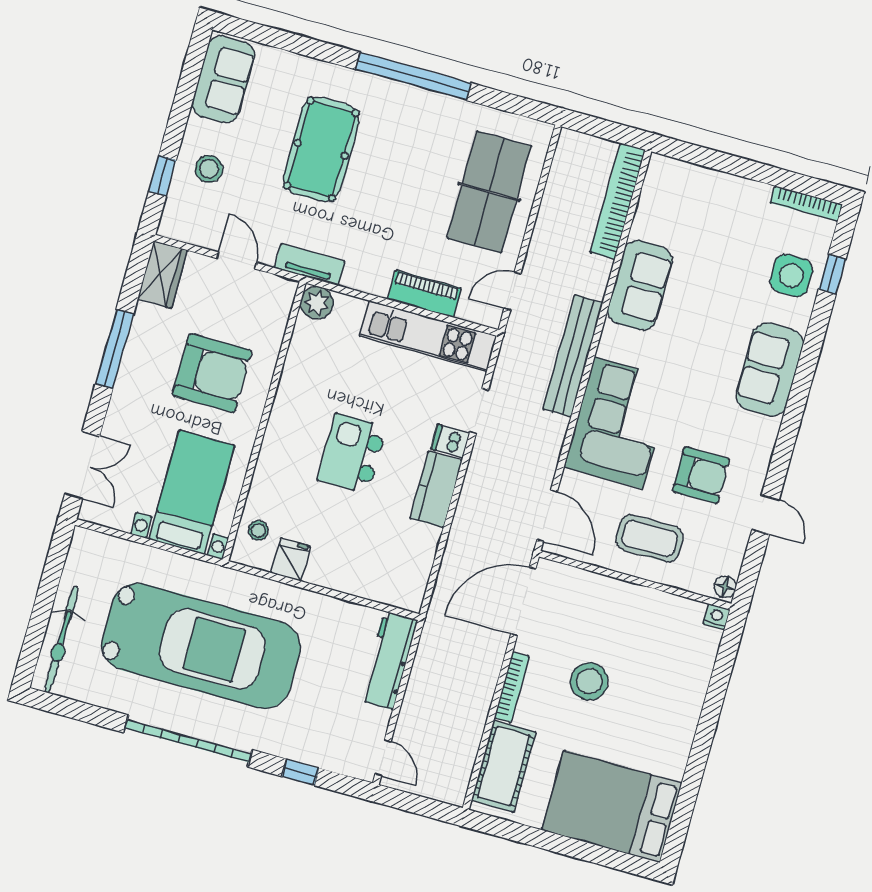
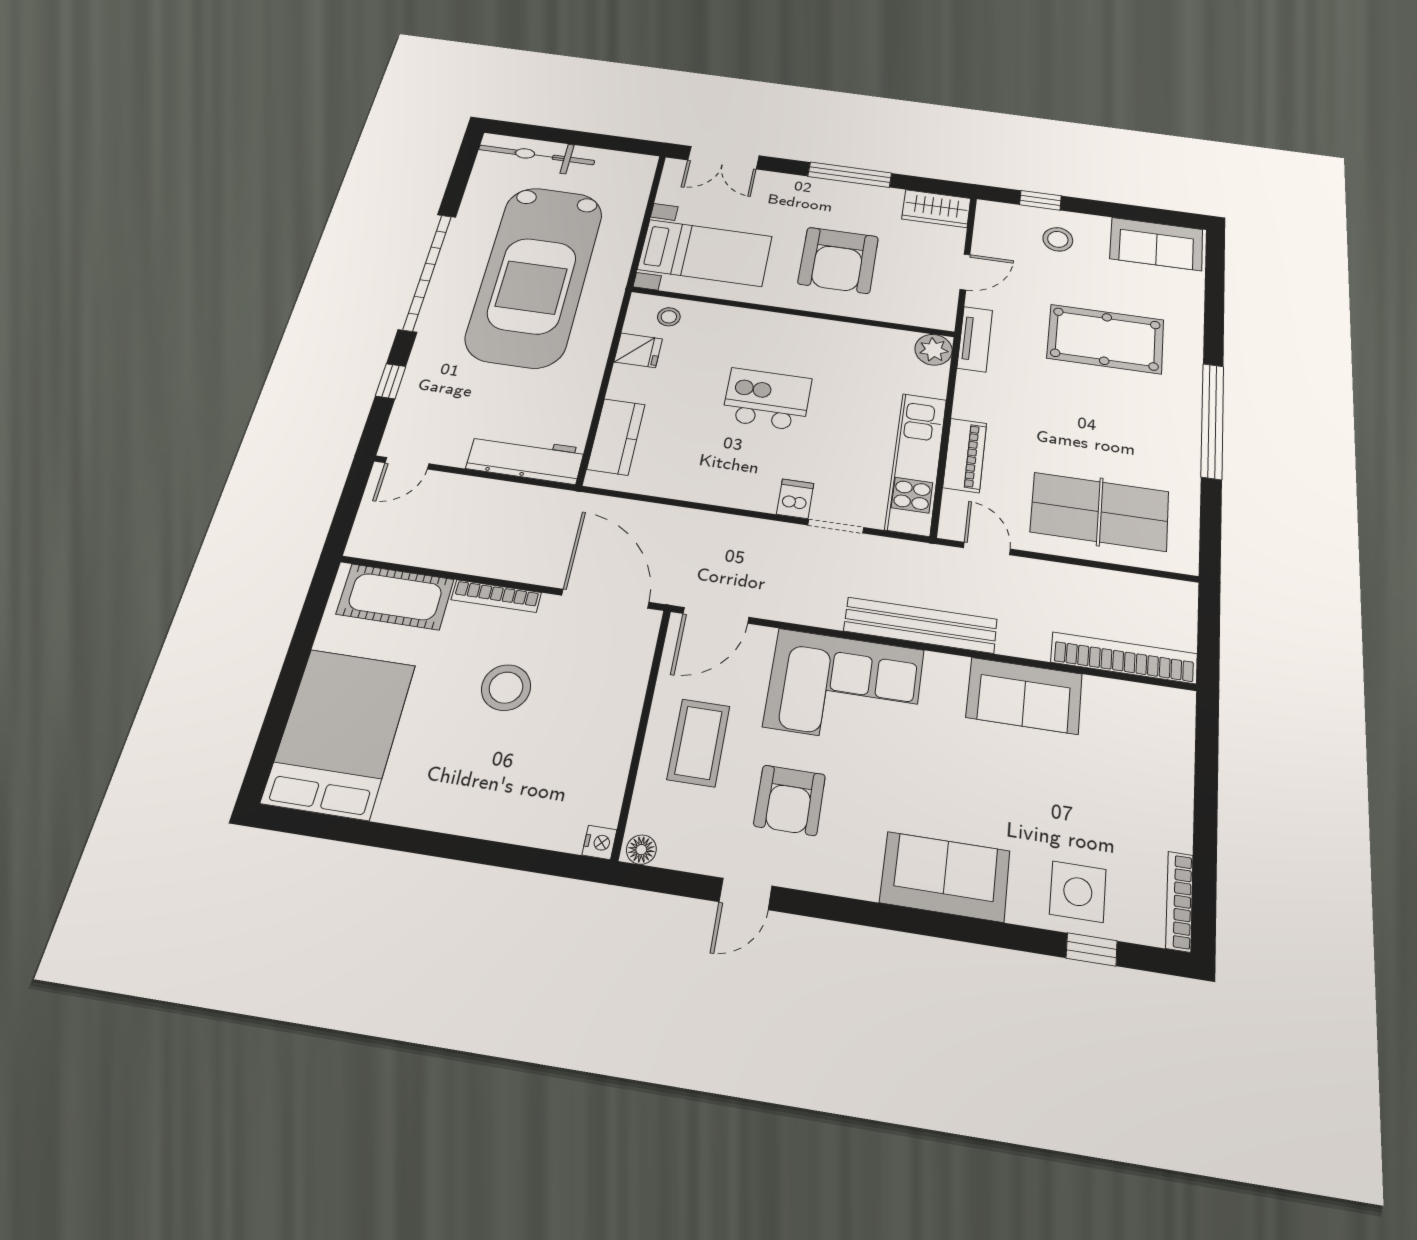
kitchen counter: (436, 489) -> (616, 437), moved, turned 90

